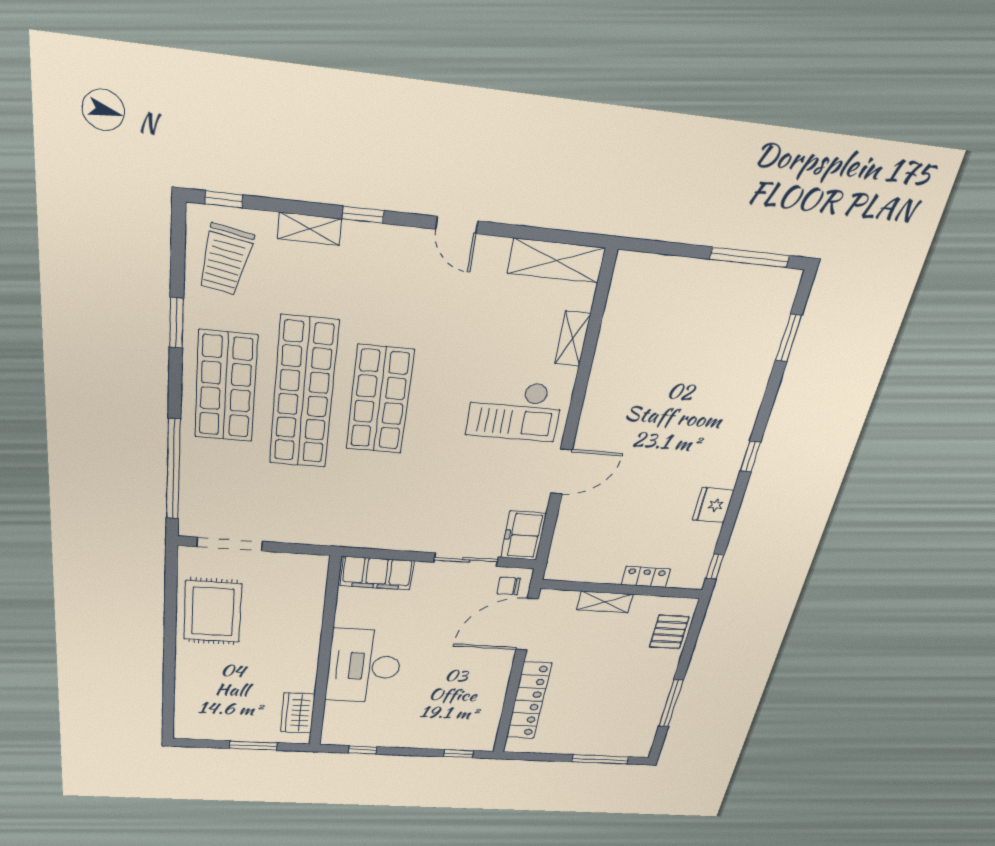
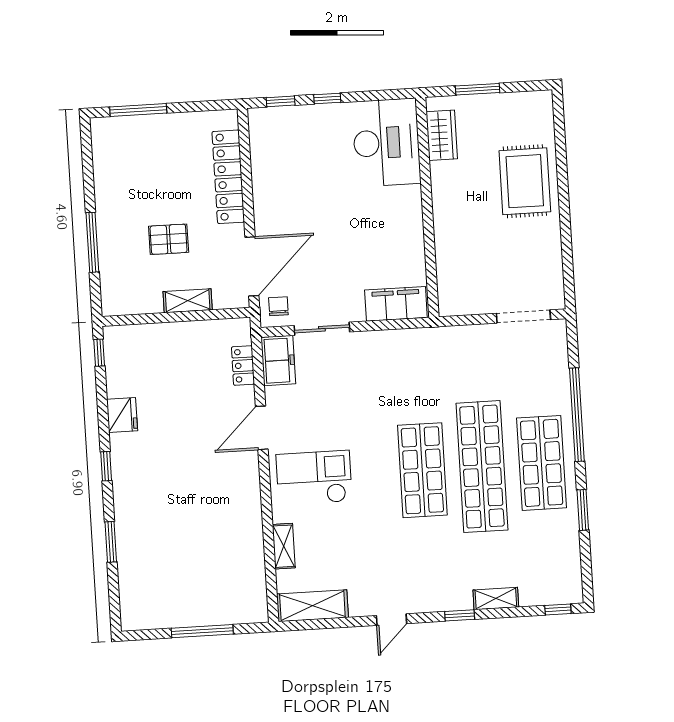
door: (457, 225) -> (392, 620), swing flipped
window: (750, 257) -> (202, 631), moved
trolley: (225, 260) -> (552, 565), removed
window: (789, 338) -> (111, 542), moved
window: (173, 470) -> (577, 415), moved
locker: (646, 577) -> (243, 366), moved, turned 90
chair: (509, 586) -> (278, 306), turned -90
rug: (213, 612) -> (525, 181), moved
pallet: (669, 632) -> (169, 239), moved, turned 90
desk: (364, 666) -> (386, 143), moved
window: (671, 703) -> (92, 242), moved
window: (363, 750) -> (327, 98), moved

